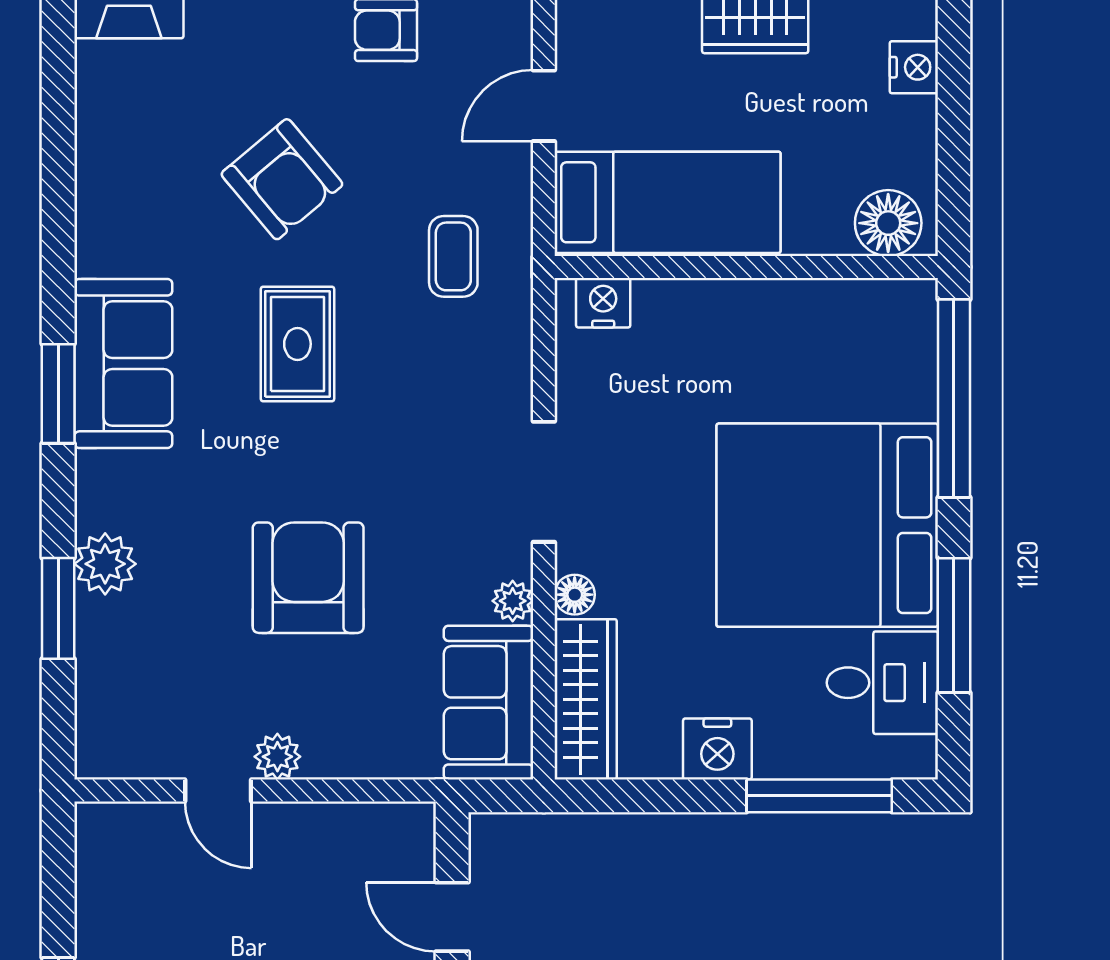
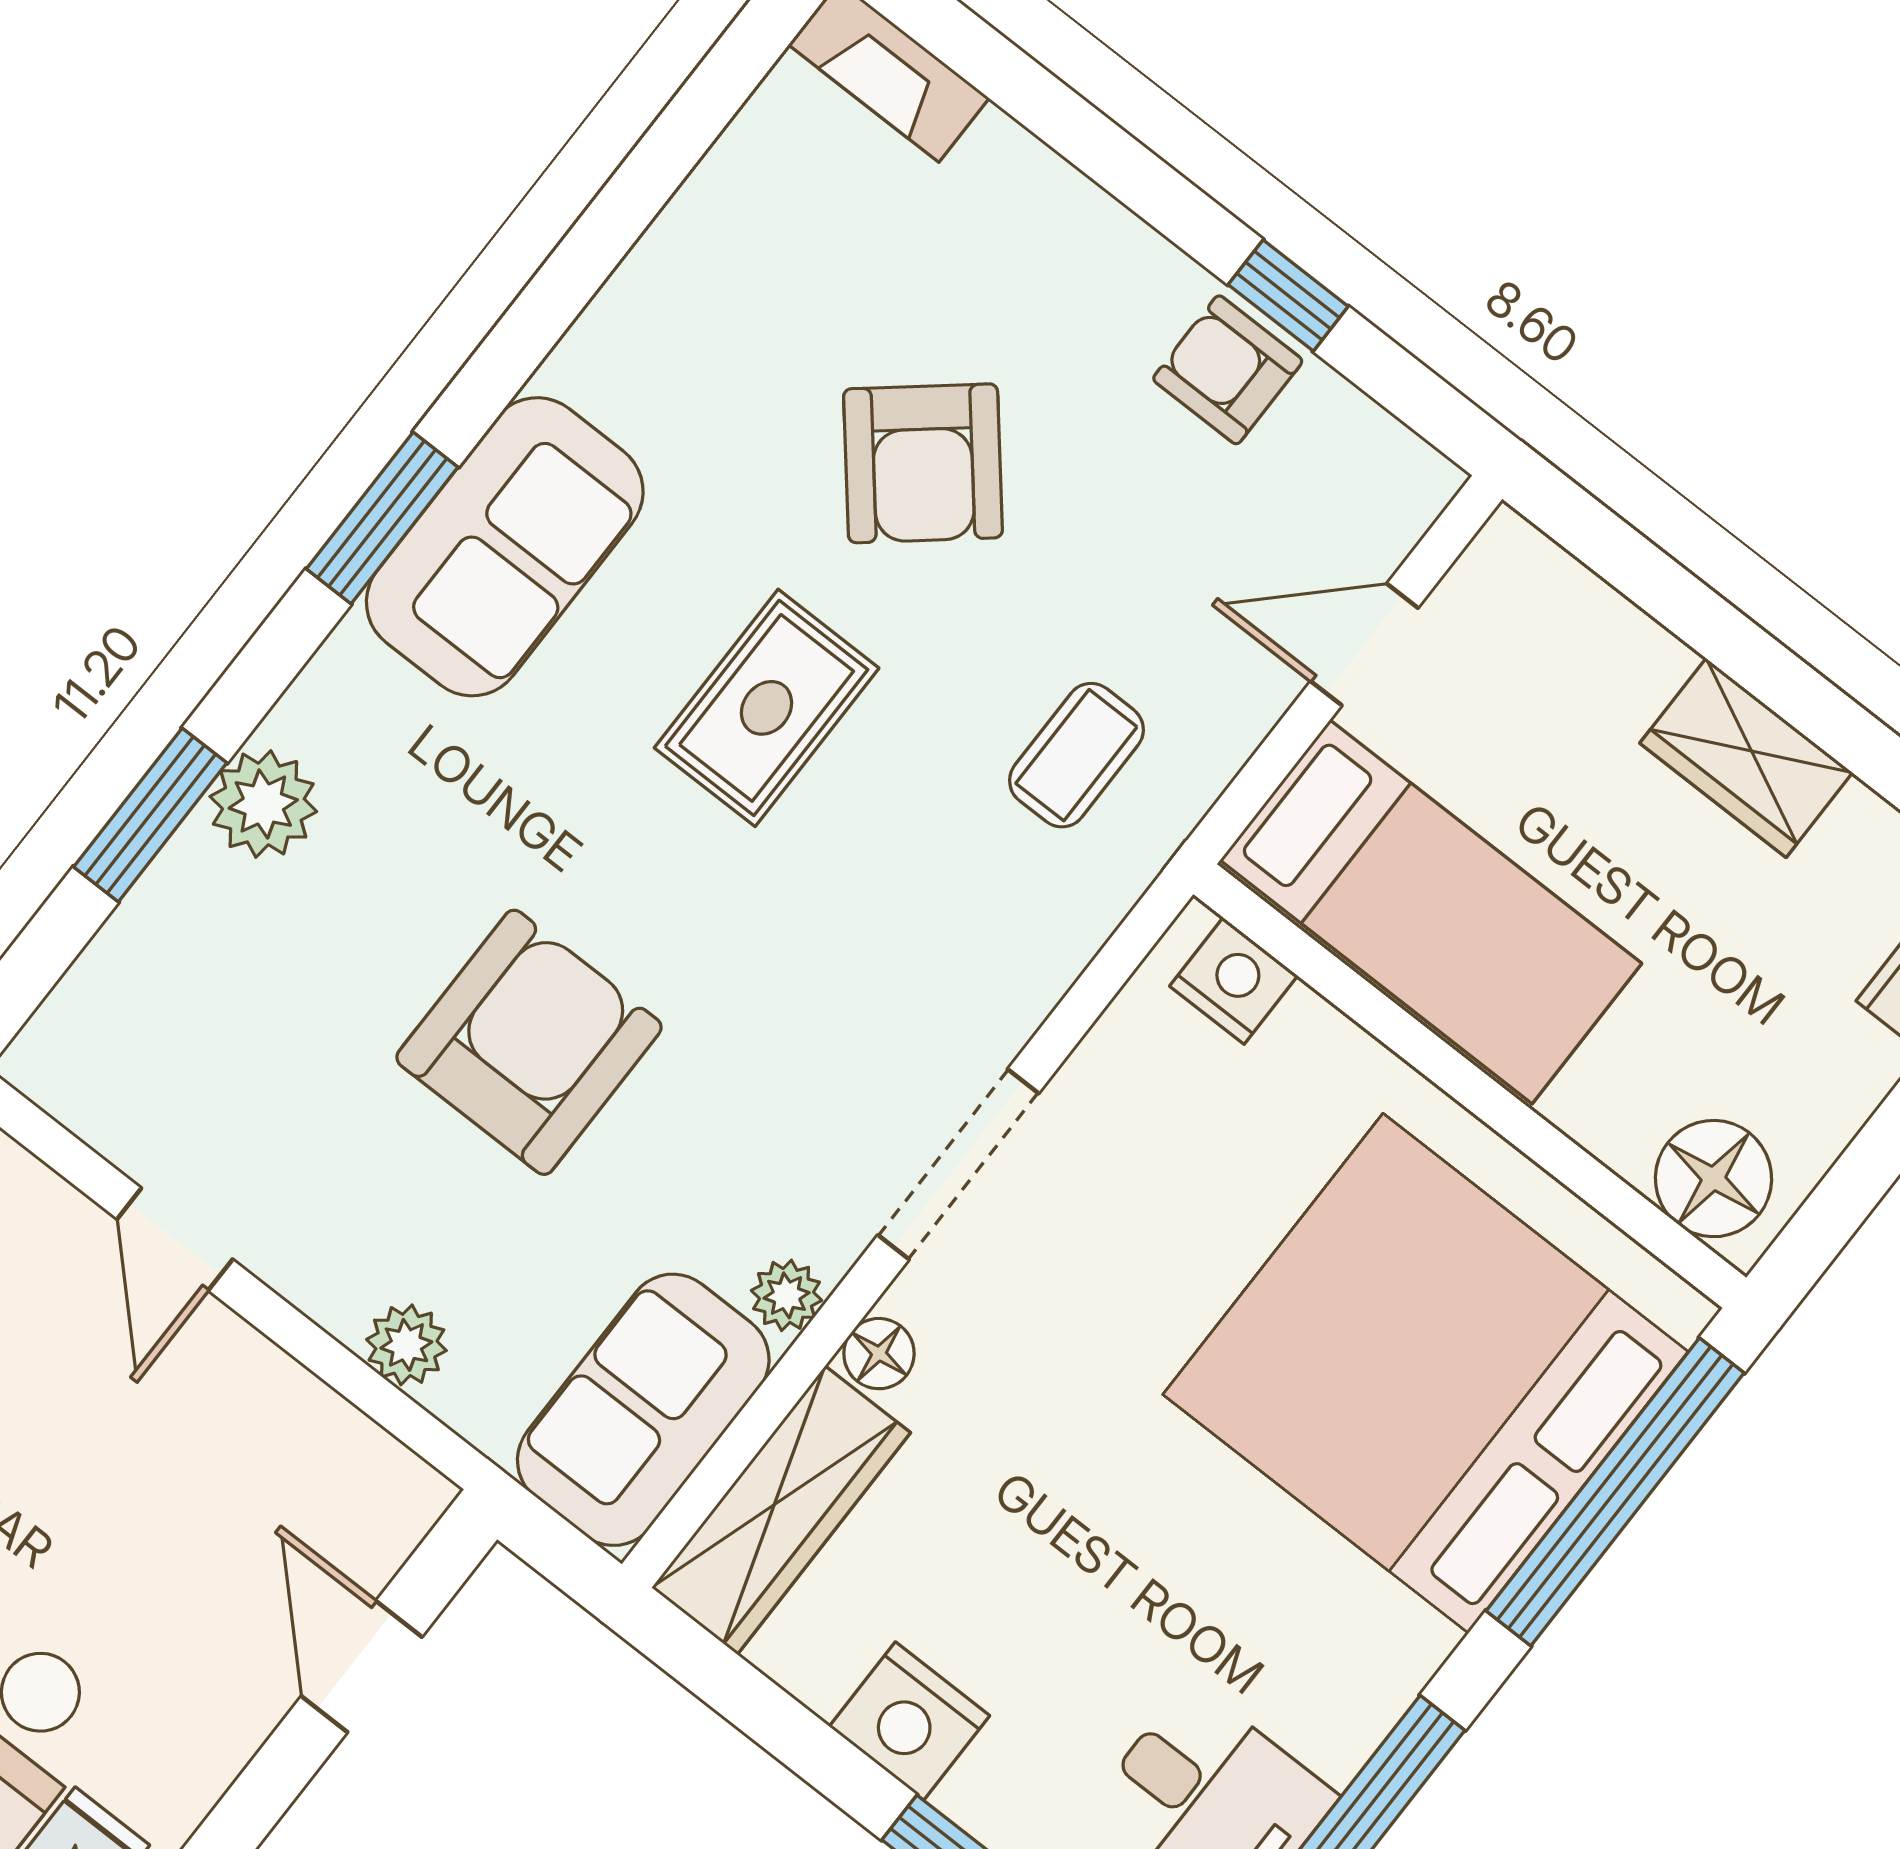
bed: (827, 525) -> (1426, 1373), moved
plant: (277, 757) -> (406, 1345), moved

